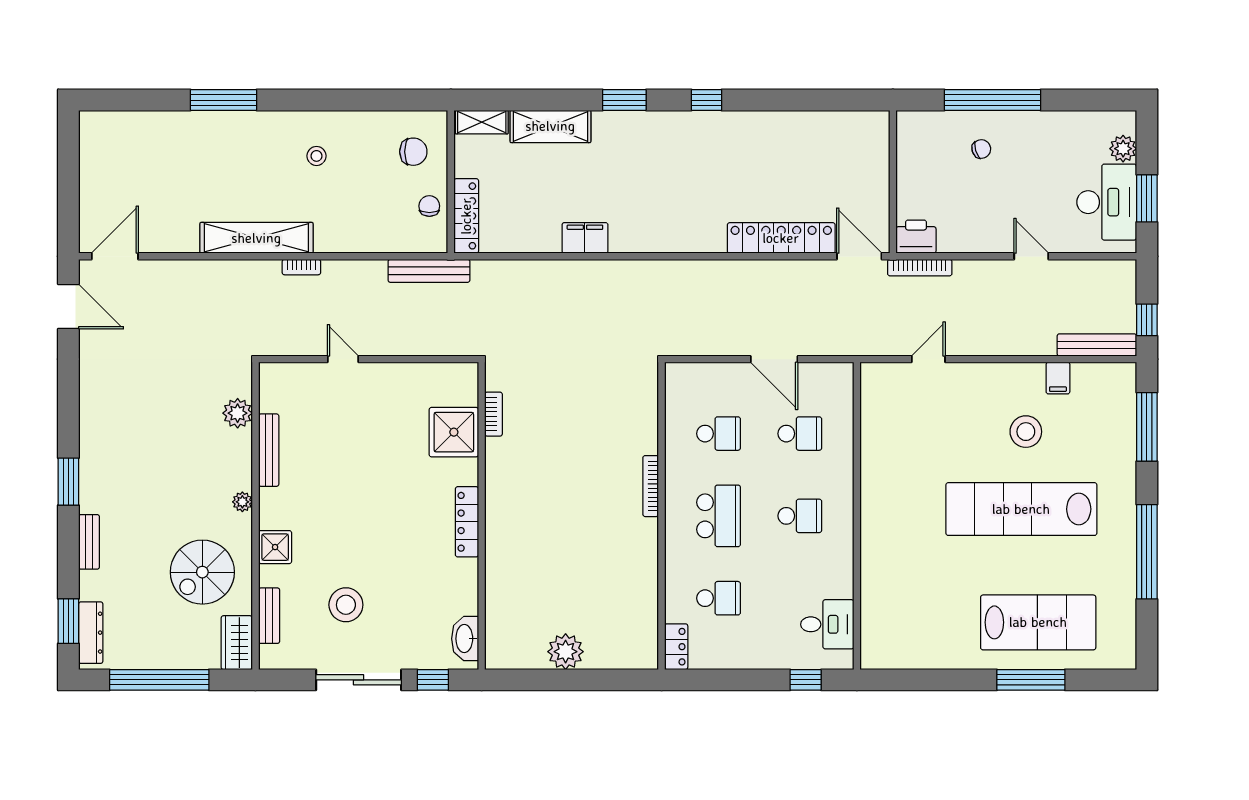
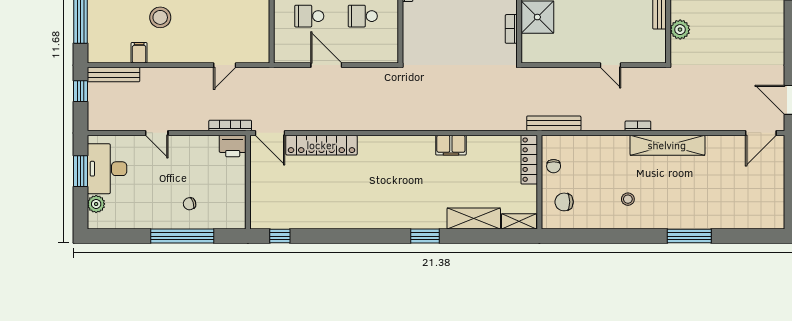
window: (707, 100) -> (280, 236), moved

